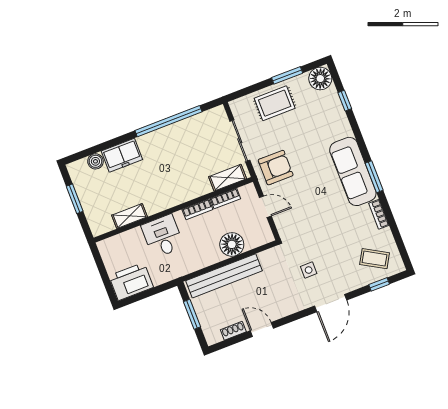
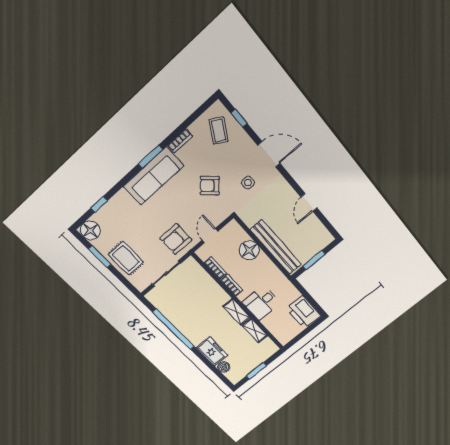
armchair: (276, 168) -> (176, 239), turned -90
shelving: (228, 178) -> (237, 312), moved
armchair: (321, 228) -> (210, 186), added
shoe rack: (233, 331) -> (317, 224), removed

